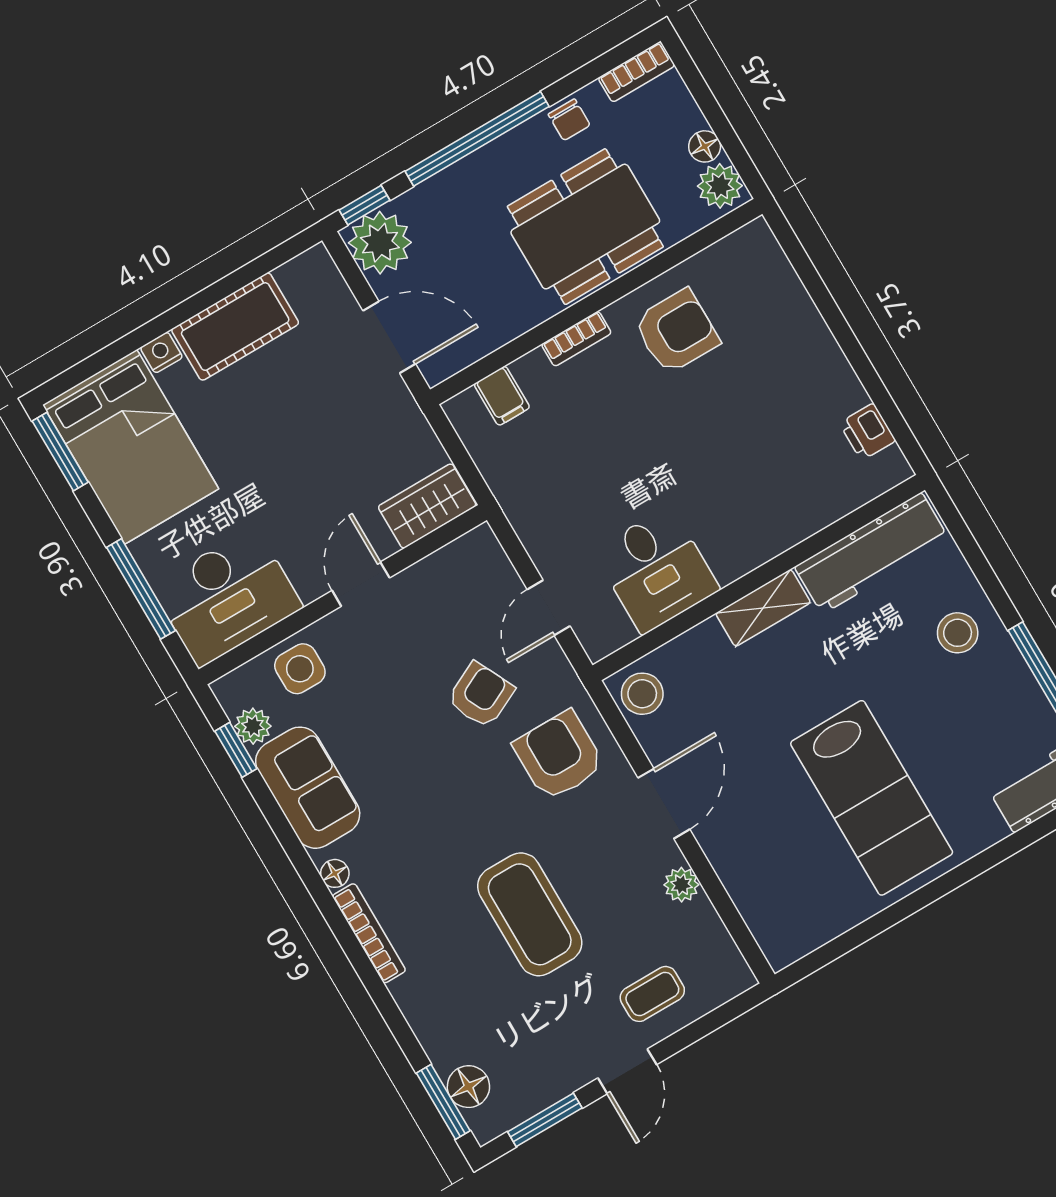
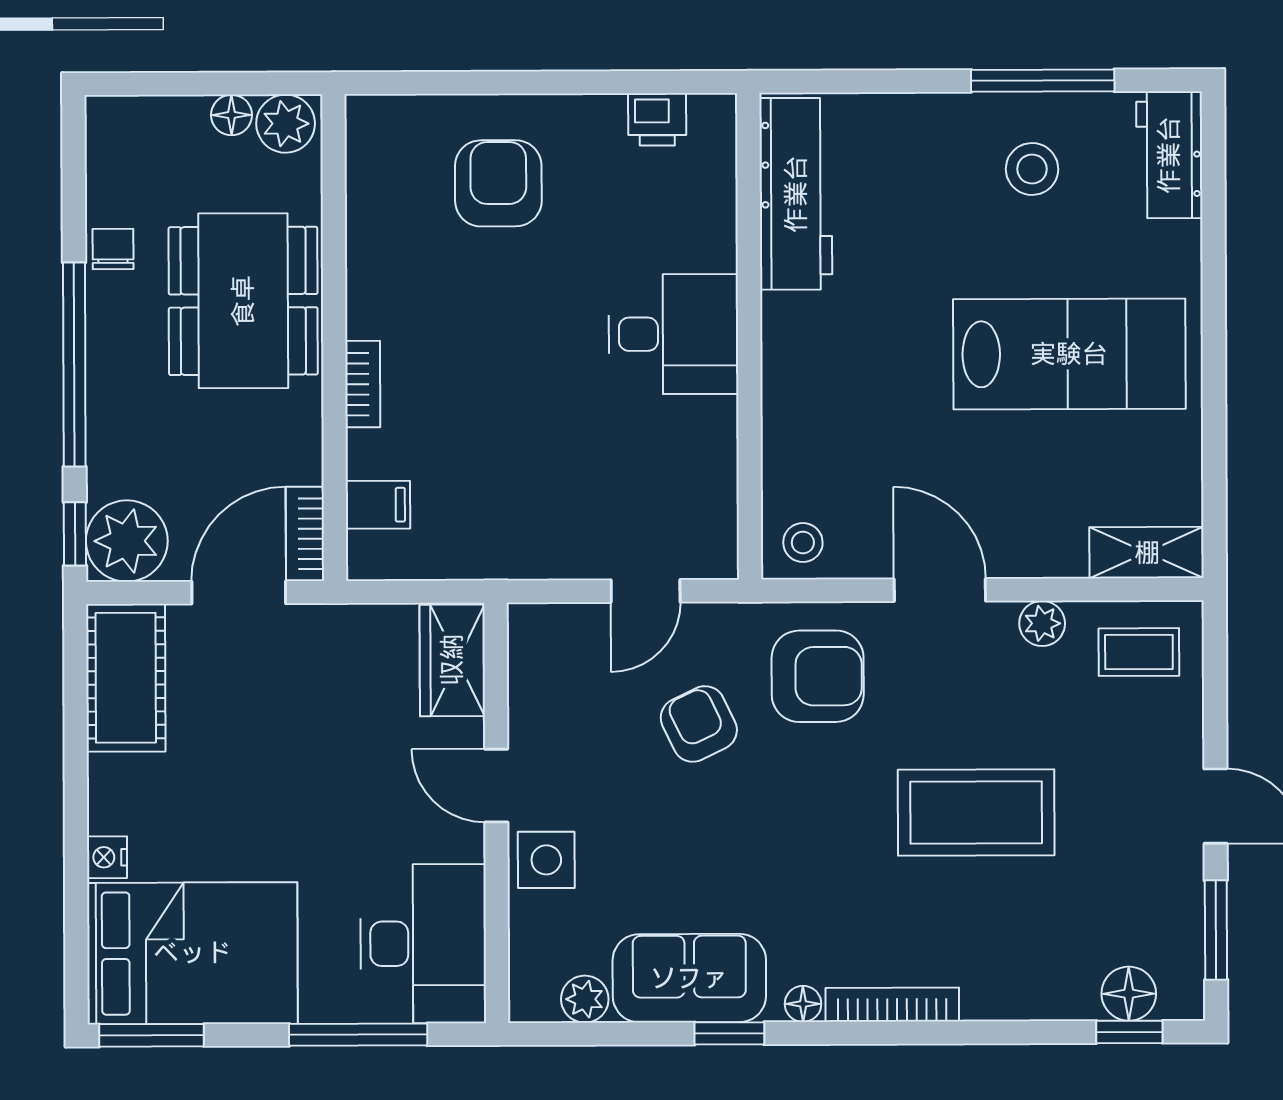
bookcase: (636, 72) -> (305, 534), moved, turned 180
chair: (569, 120) -> (113, 249), turned -90
cot: (235, 327) -> (126, 678), moved
armchair: (676, 331) -> (498, 183), moved
desk: (656, 570) -> (673, 334), moved
door: (549, 608) -> (646, 591), hinge flipped
shelving: (763, 608) -> (1147, 553), moved, turned 90
stool: (958, 633) -> (1032, 169), moved
side table: (300, 669) -> (546, 860), moved
stool: (642, 694) -> (803, 543), width x0.73, depth x0.73
window: (236, 750) -> (729, 1033), moved
armchair: (559, 756) -> (818, 676), turned 180
coffee table: (652, 994) -> (1139, 652), moved, turned 90
window: (443, 1102) -> (1129, 1032), width x0.67

